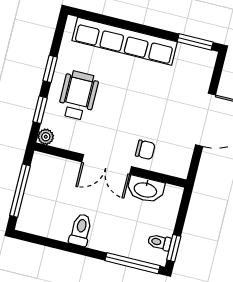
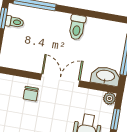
chair: (145, 150) -> (31, 94), turned -90
washbasin: (146, 189) -> (105, 76), moved

